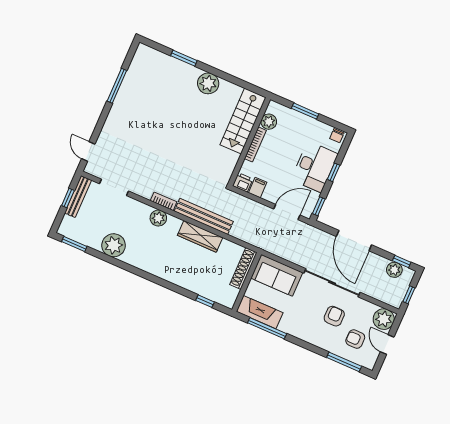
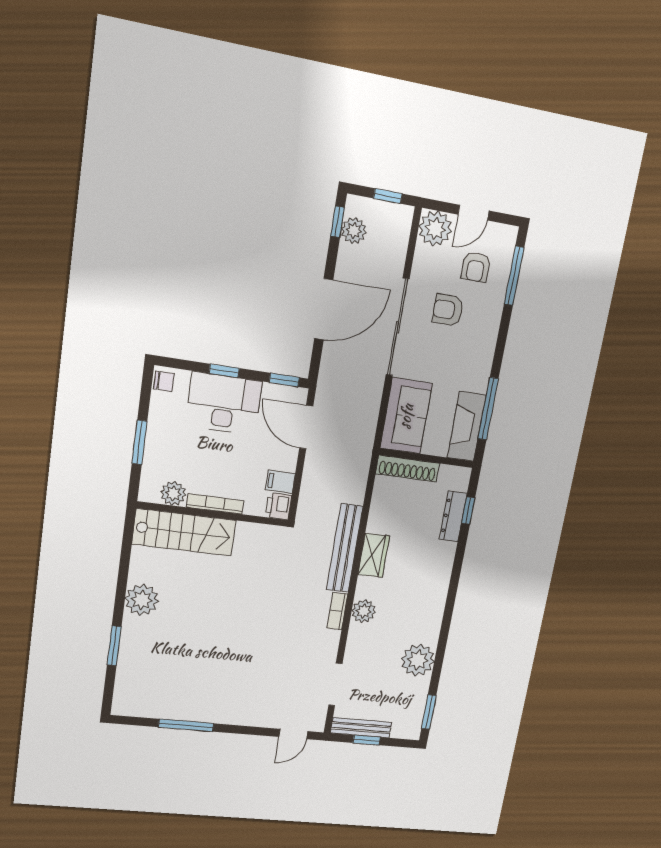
wardrobe: (200, 236) -> (374, 555), width x0.67
dresser: (204, 291) -> (453, 516), added

